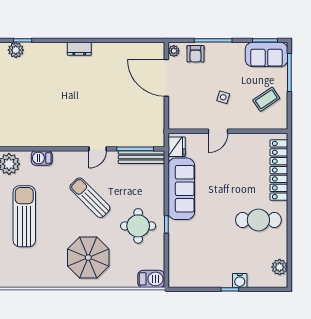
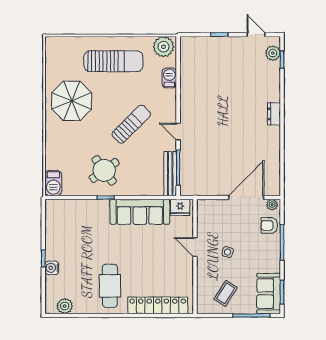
coffee table: (266, 99) -> (226, 293), turned 66
round table: (138, 226) -> (104, 170), turned -36
parasol: (88, 258) -> (72, 101), moved

